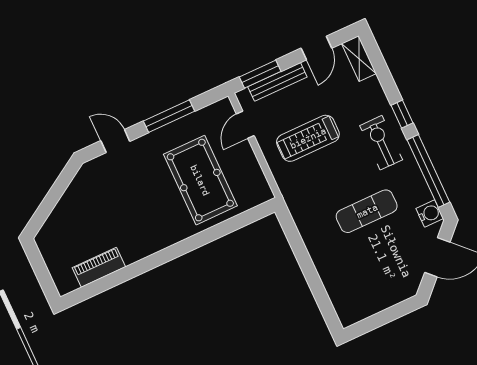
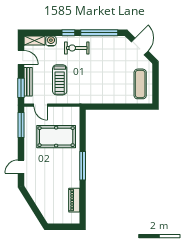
window: (169, 116) -> (21, 125), moved
exercise mat: (367, 211) -> (140, 84), moved
water cooler: (430, 214) -> (51, 41), moved
window: (169, 254) -> (83, 166), added

